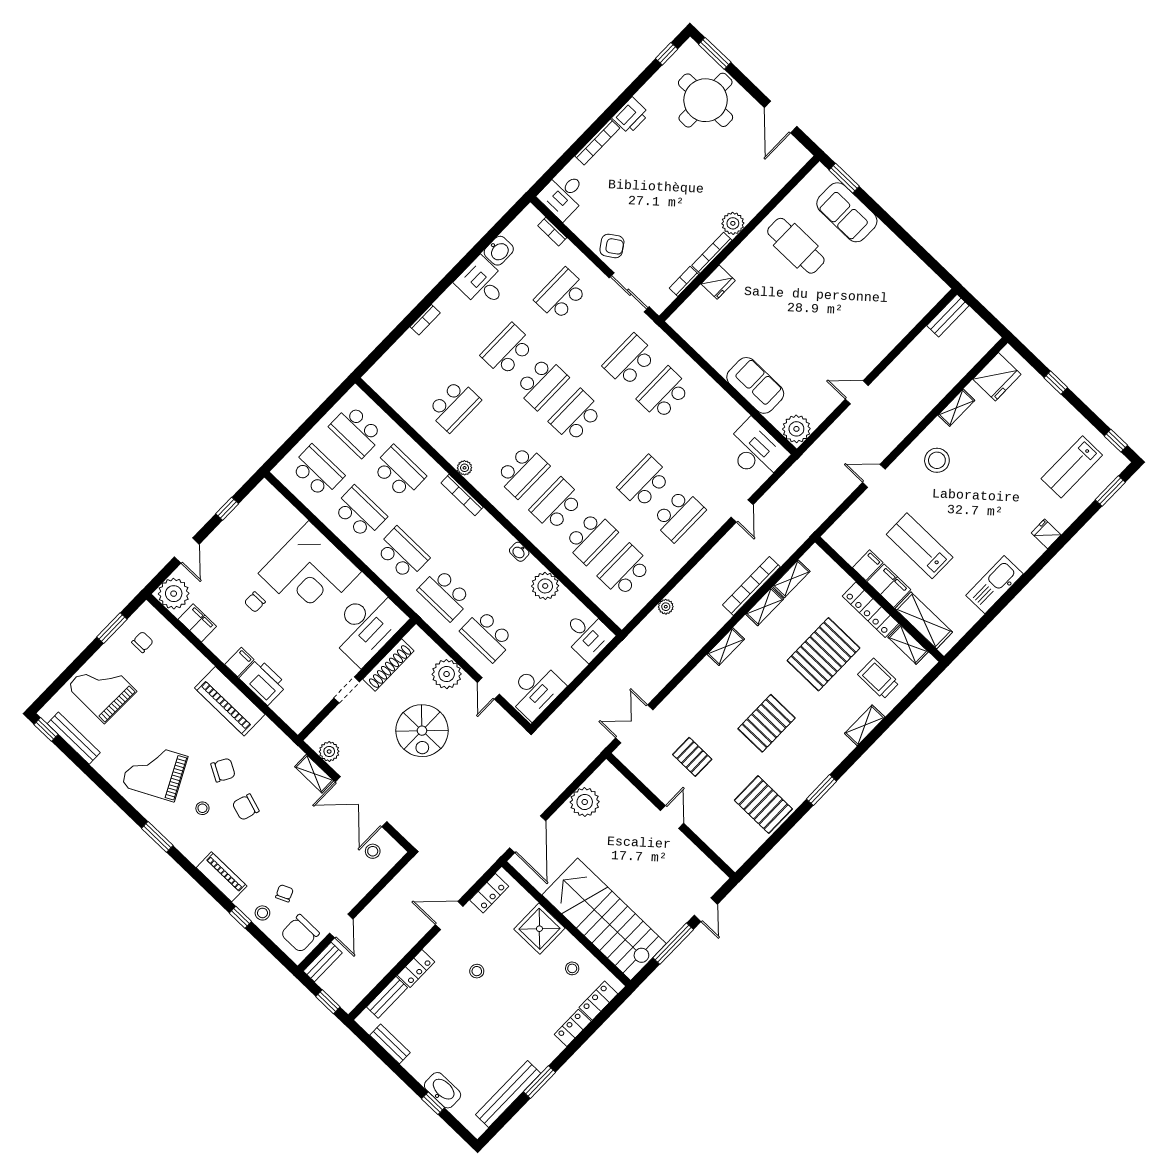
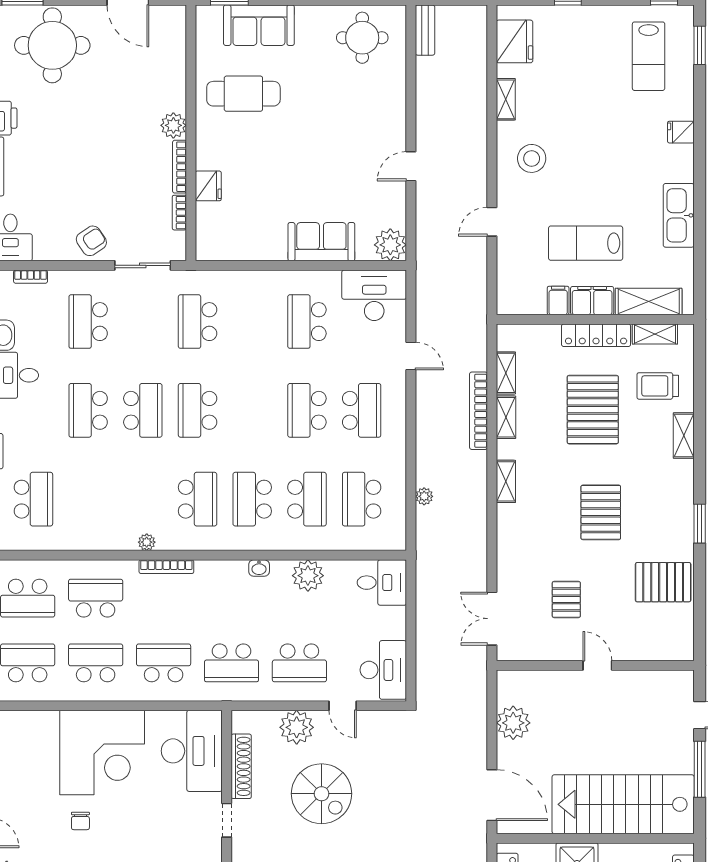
round table: (904, 282) -> (362, 38), added
school desk: (664, 394) -> (307, 322), moved
school desk: (454, 405) -> (33, 499), moved
pallet: (692, 757) -> (566, 599), turned 90

